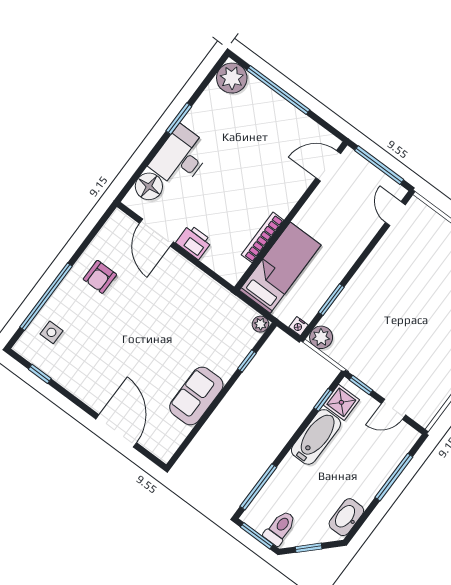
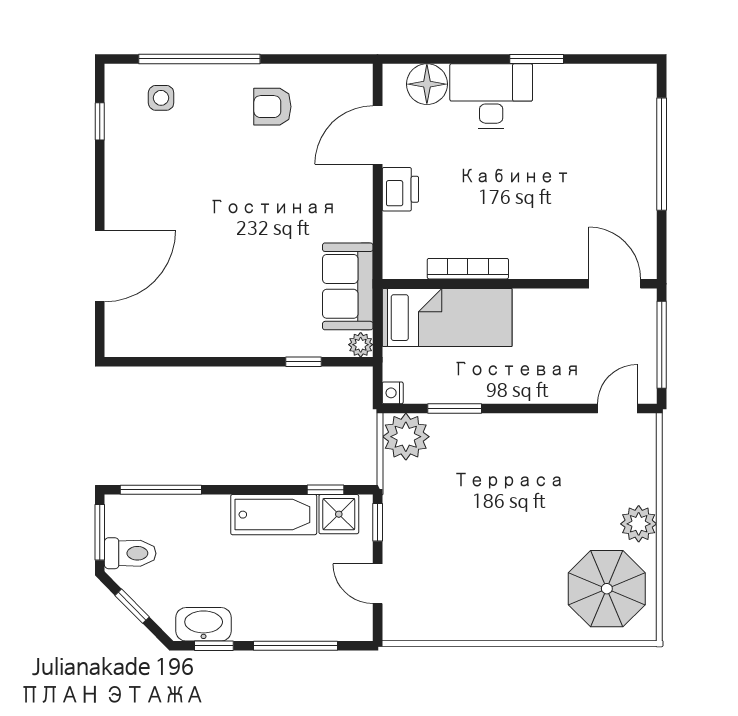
plant: (232, 78) -> (634, 87), removed
plant: (321, 337) -> (406, 437), width x1.36, depth x1.36
sofa: (196, 396) -> (348, 286), moved, turned -90
window: (362, 520) -> (214, 646), added

